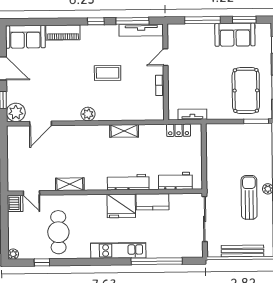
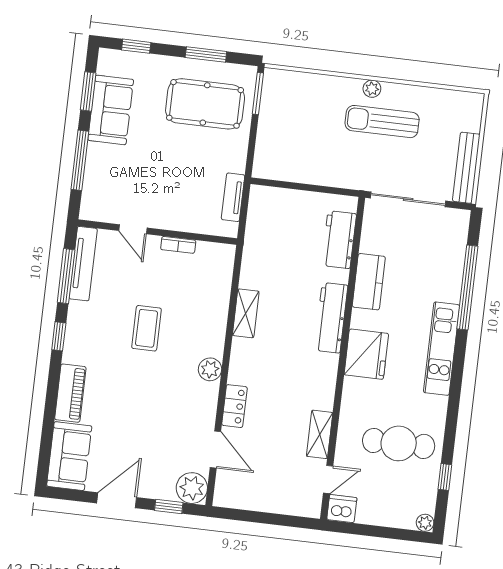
locker: (179, 130) -> (234, 406), moved
shelving: (70, 184) -> (320, 434), moved
fridge: (121, 206) -> (366, 354), moved
bench: (242, 251) -> (466, 168), moved

